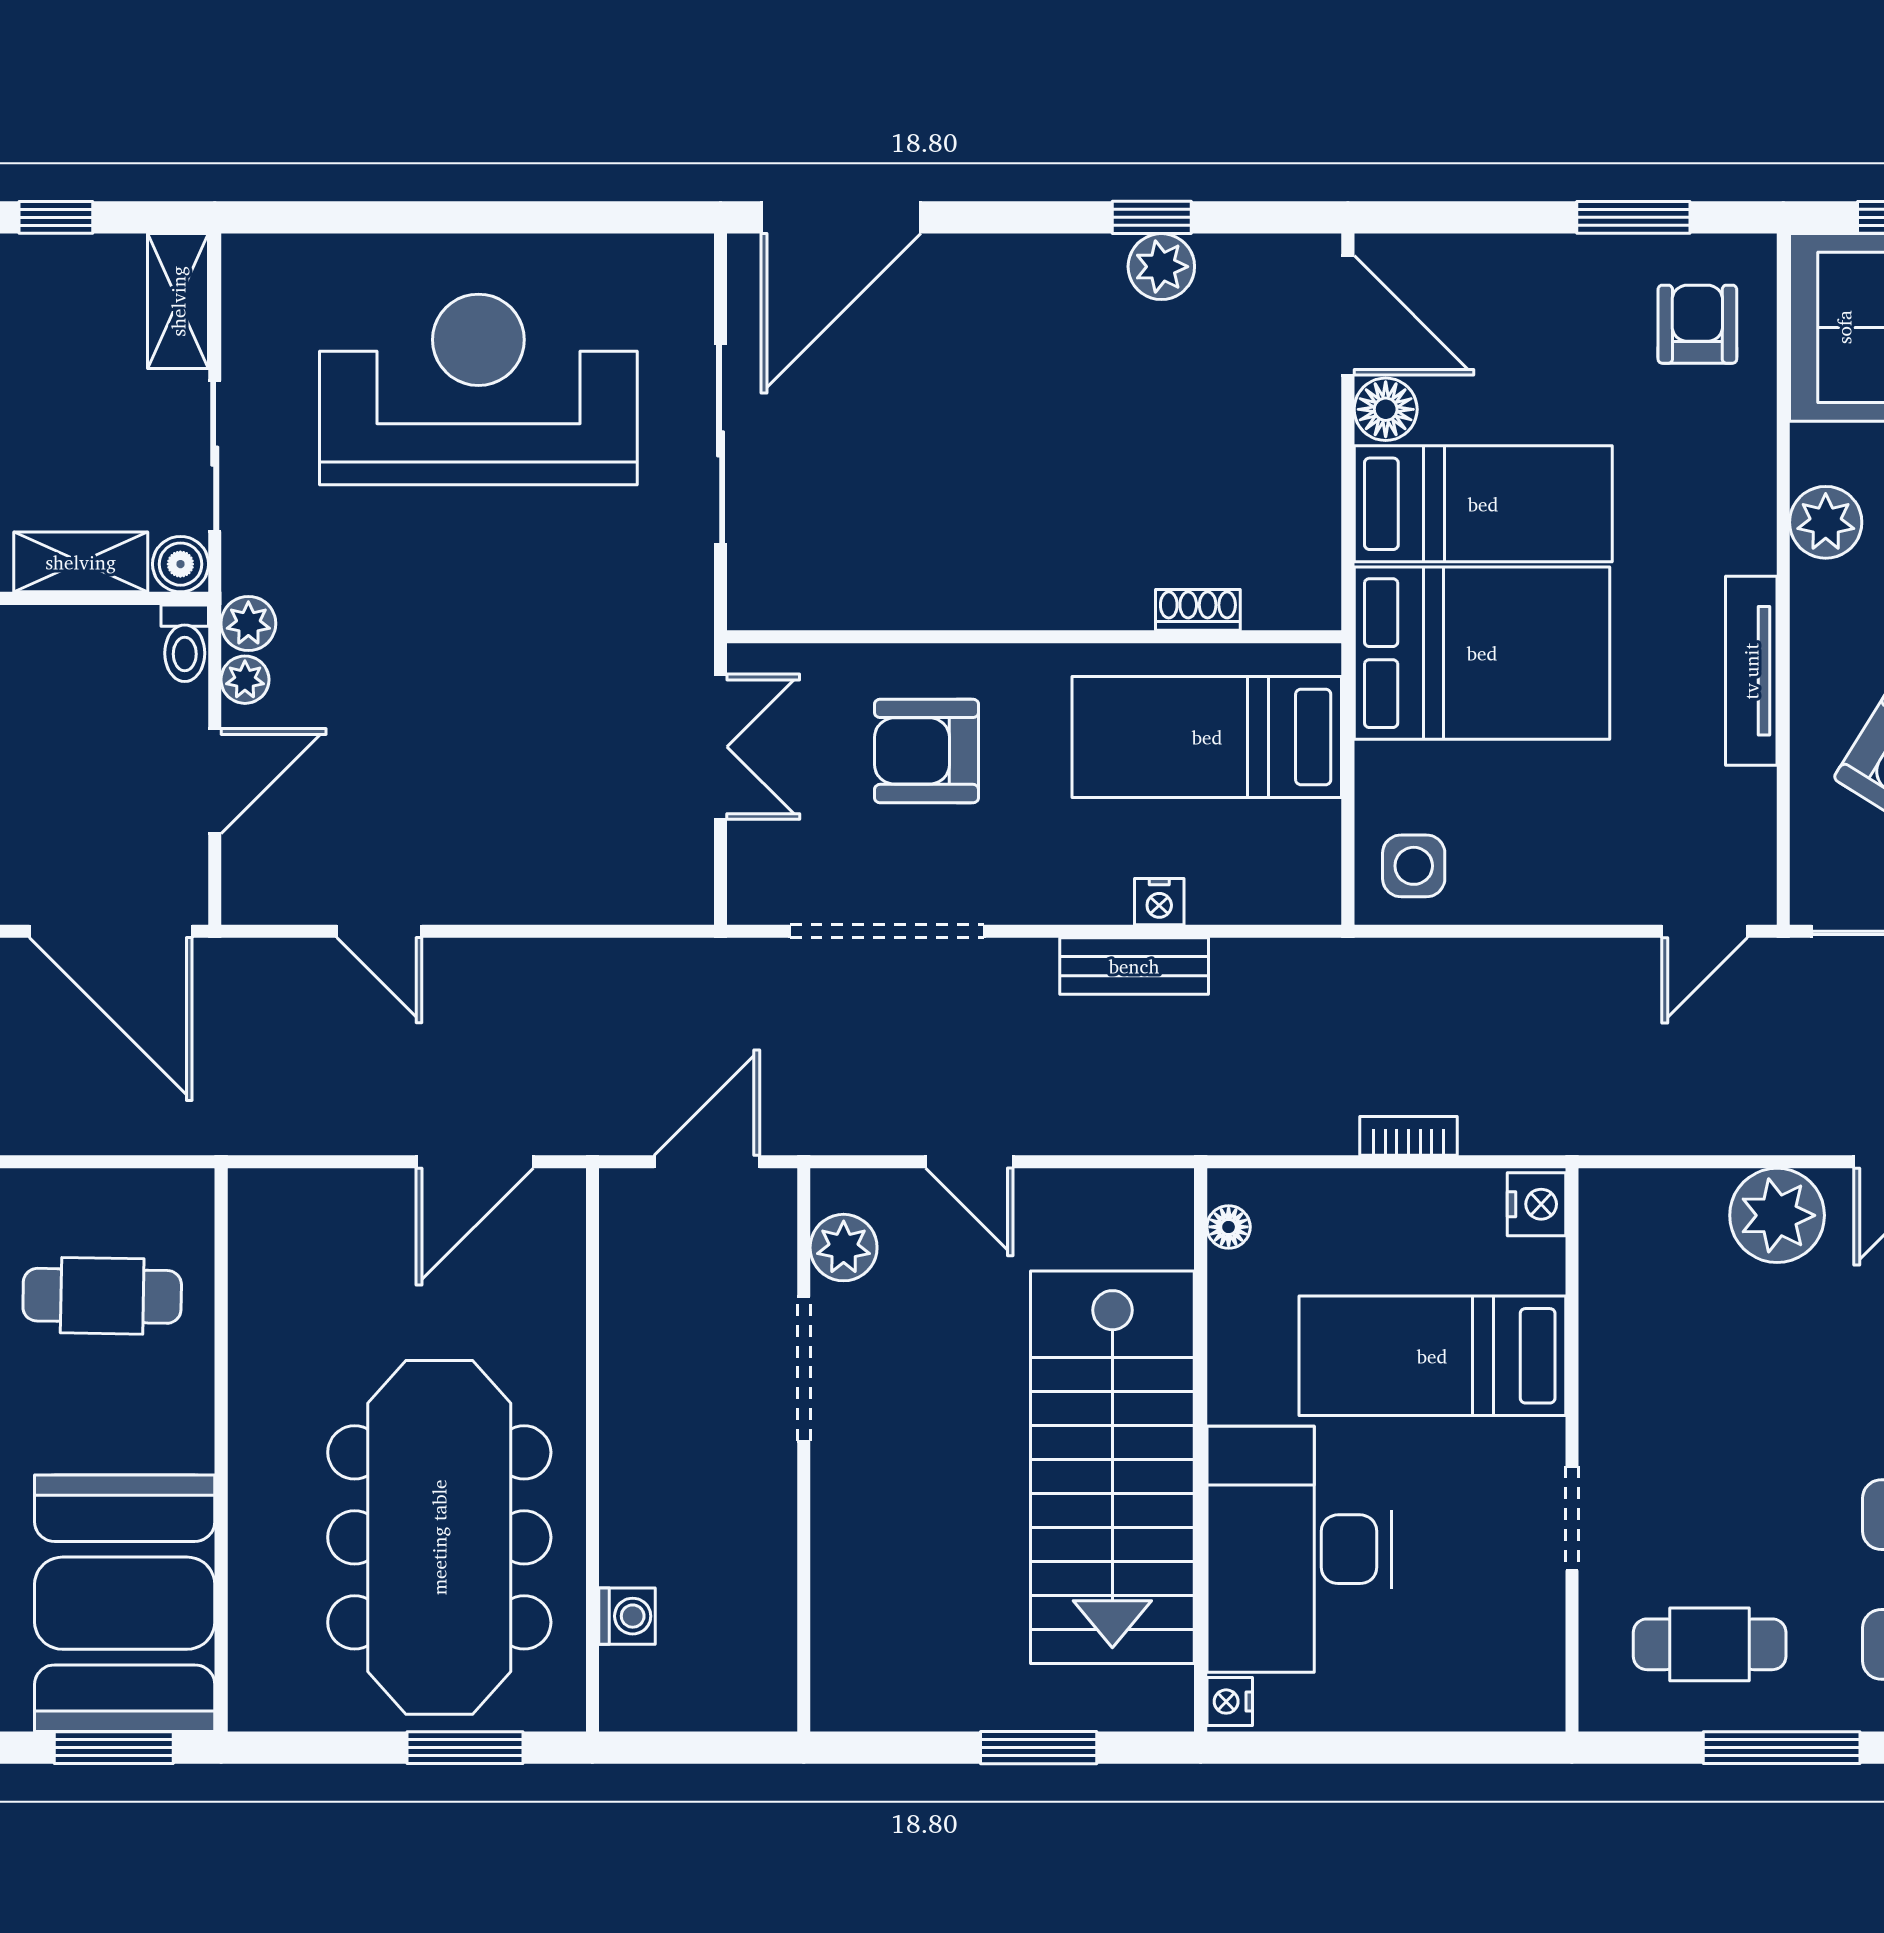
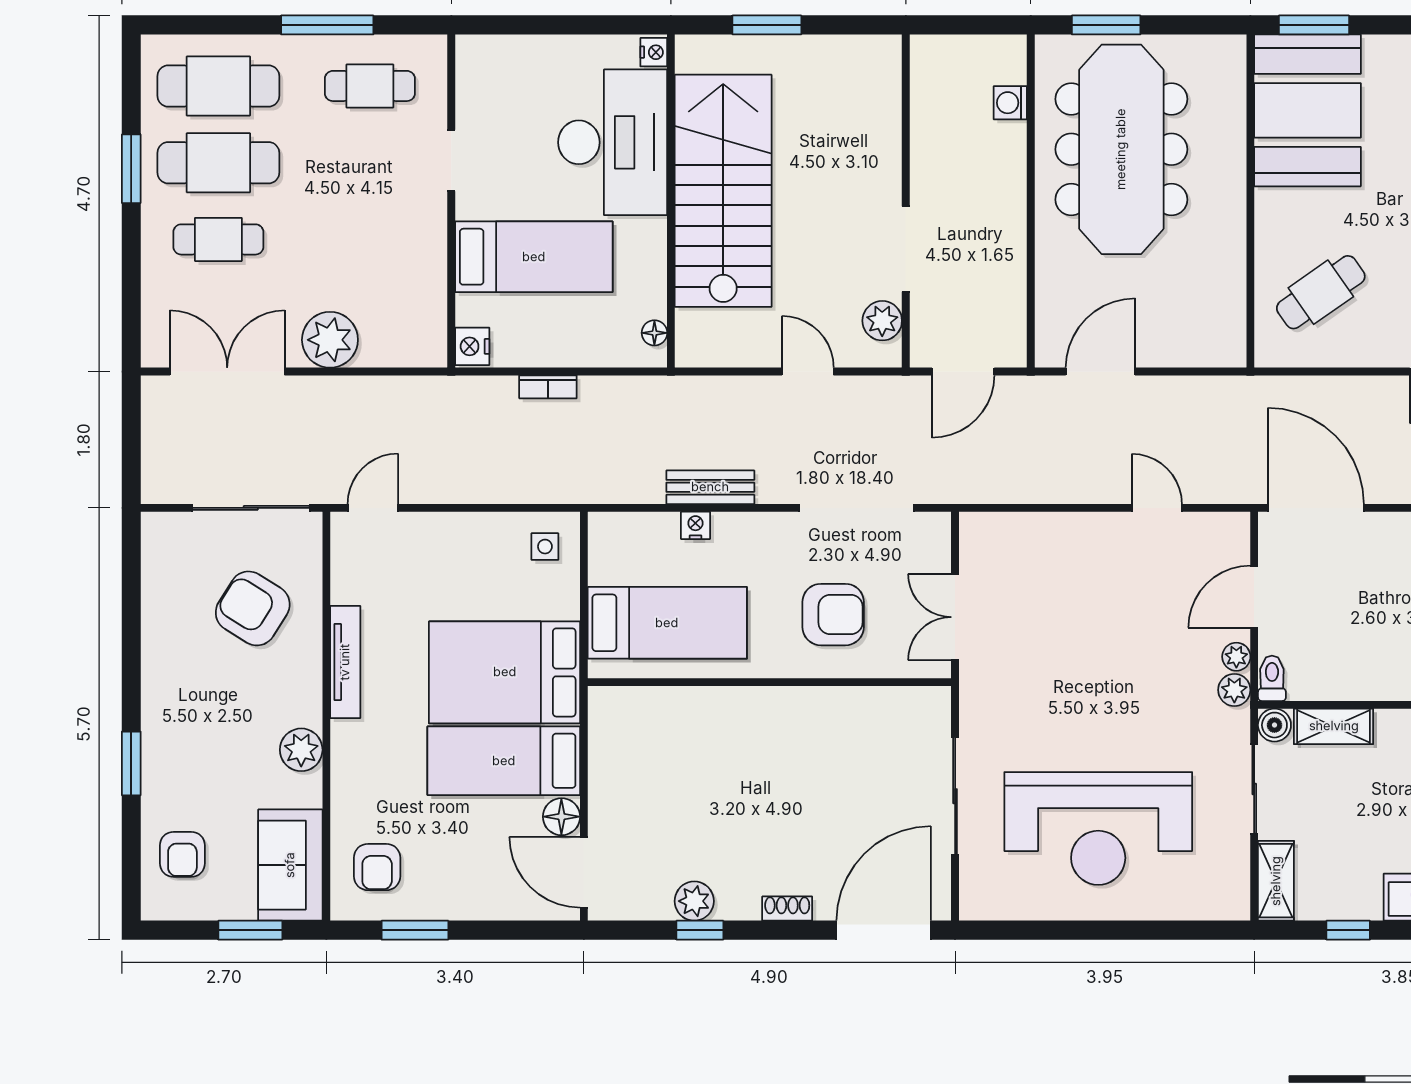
shoe rack: (1198, 610) -> (787, 909), moved, turned 180
side table: (1414, 866) -> (545, 547), width x0.73, depth x0.73
cafe table: (102, 1296) -> (1321, 292), turned -36

